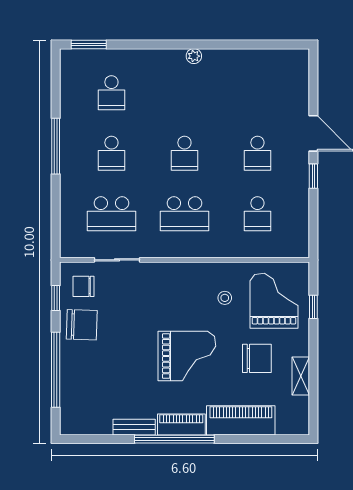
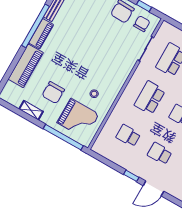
window: (313, 307) -> (63, 137), width x3.17
grand piano: (187, 356) -> (75, 57), removed

